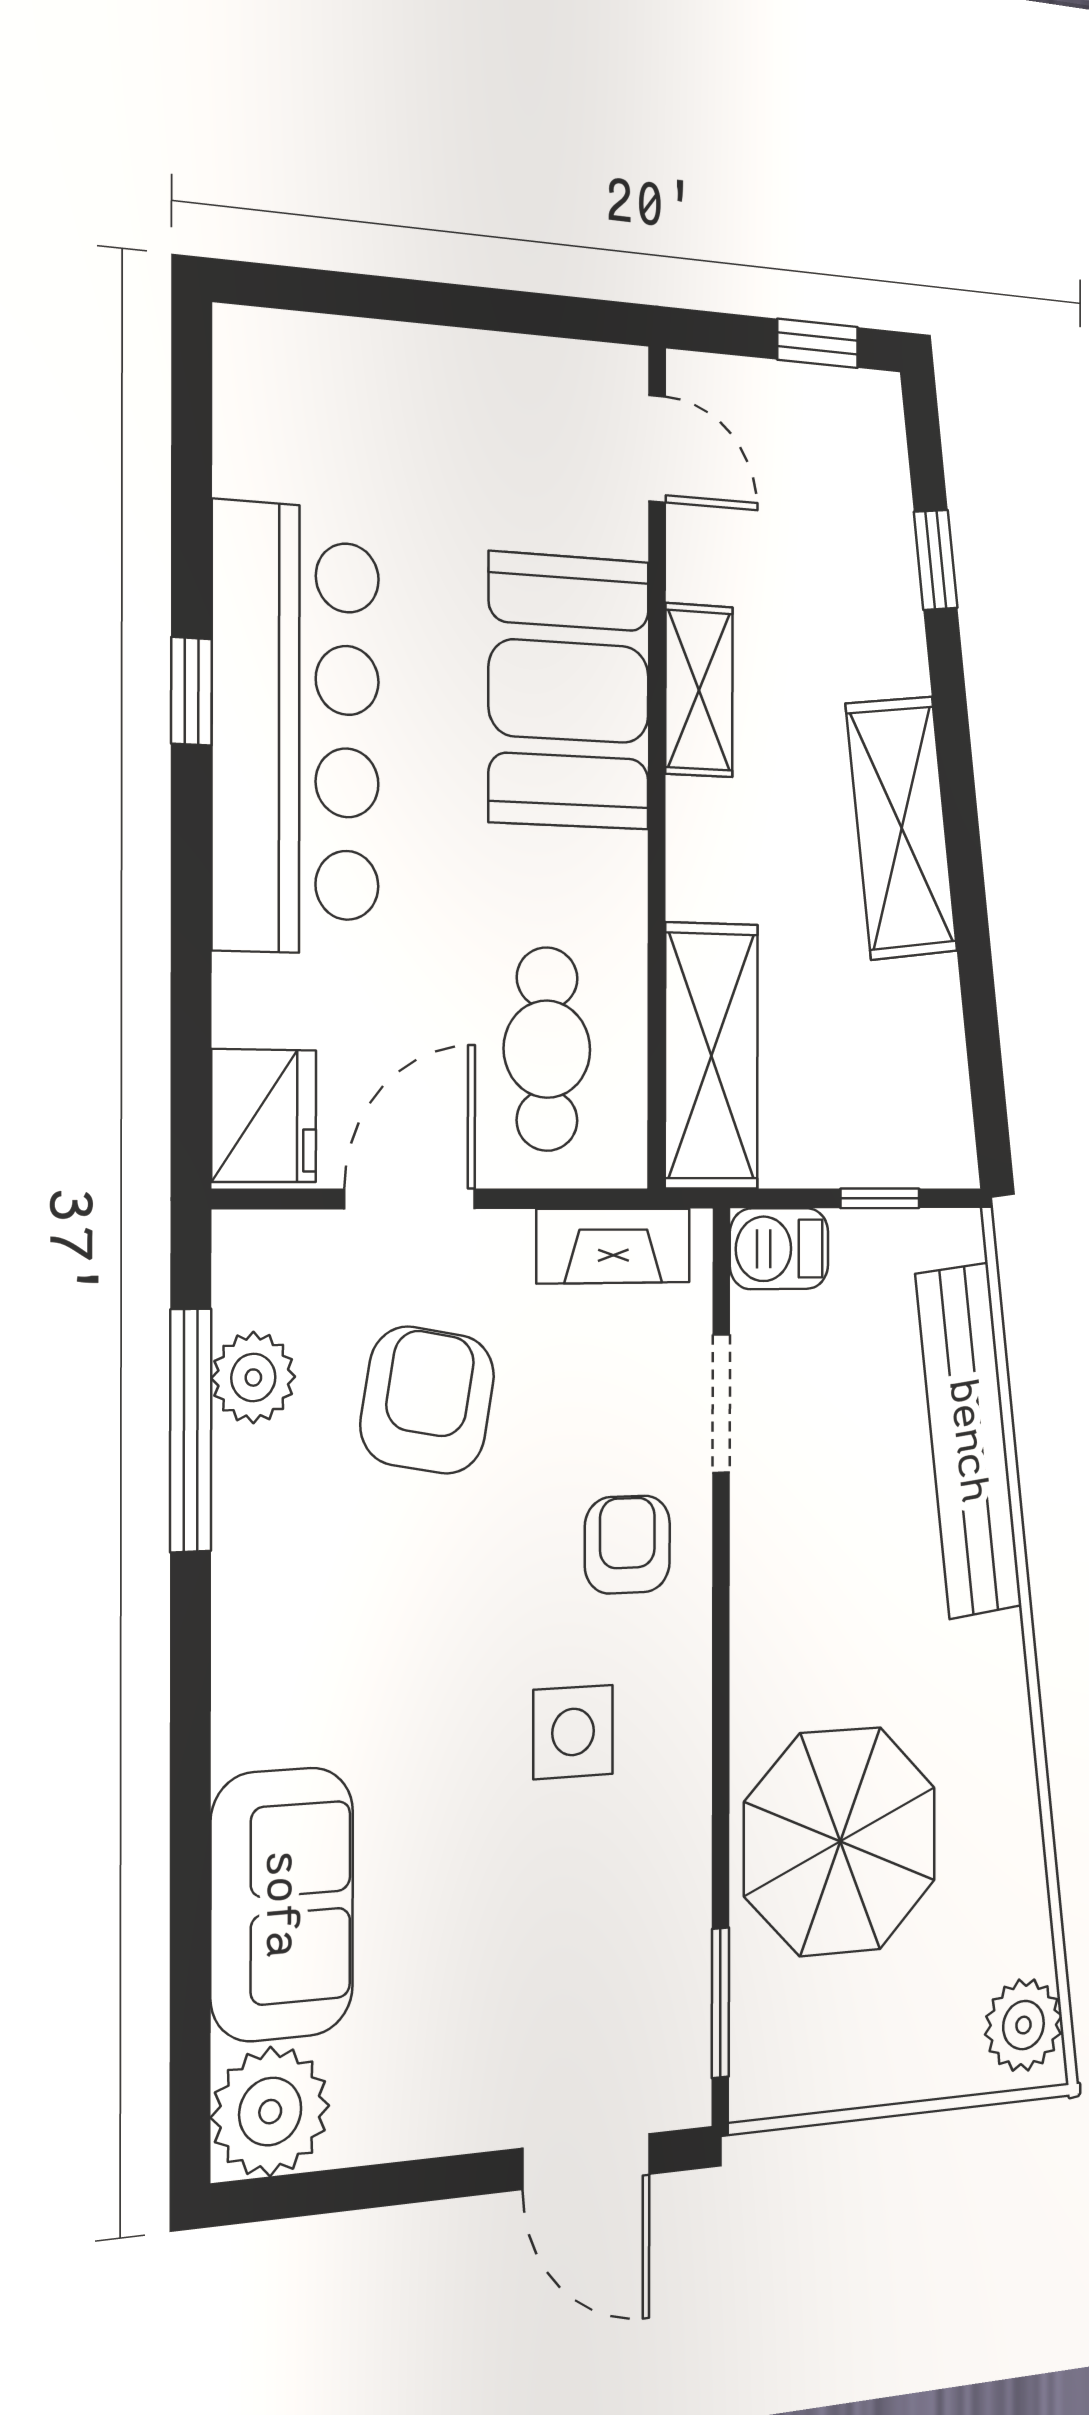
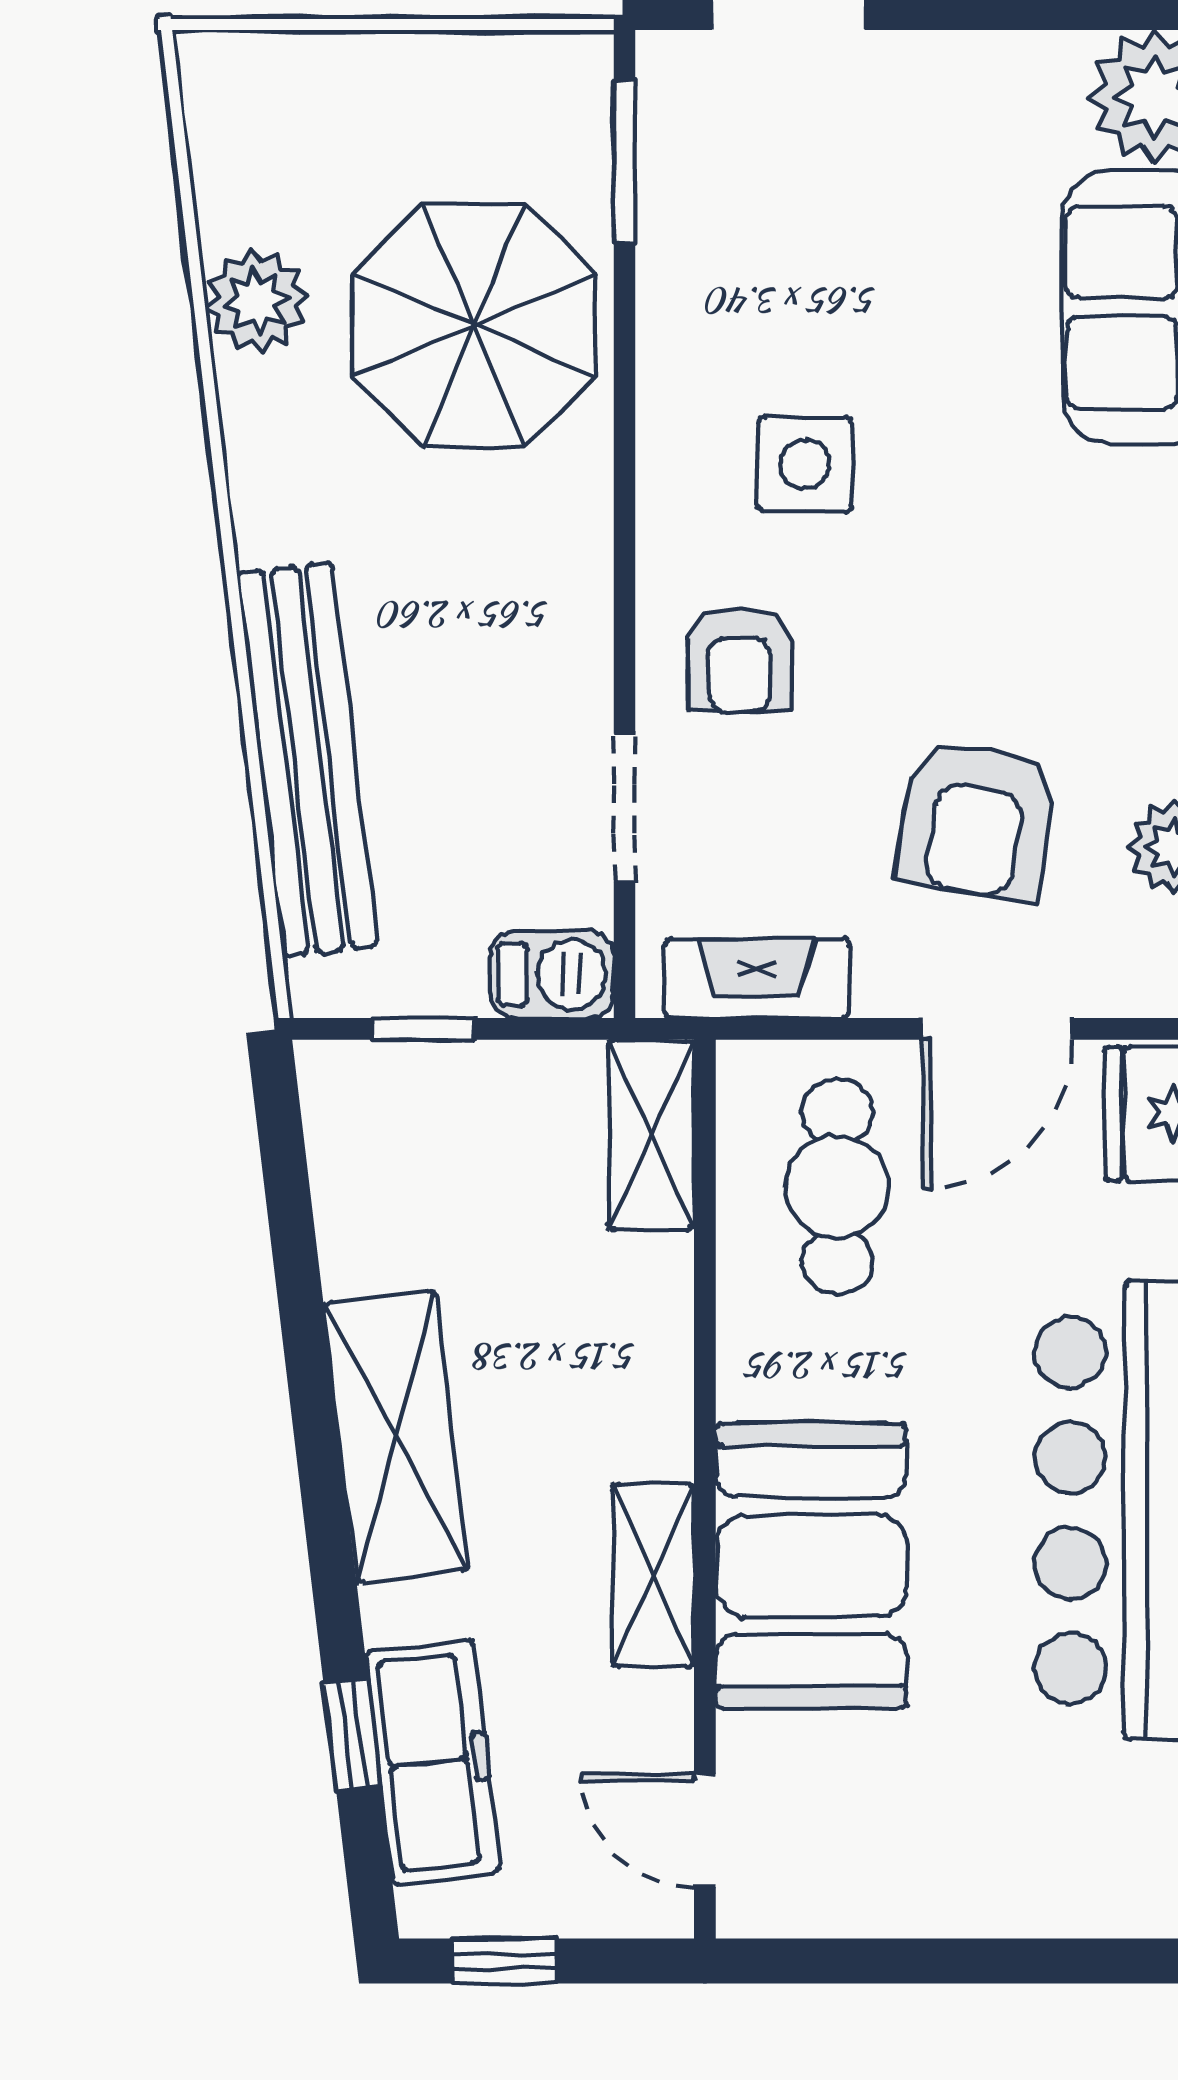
freezer: (874, 531) -> (433, 1762), added
shelving: (711, 1056) -> (651, 1135), width x0.67, depth x0.75
plant: (1024, 2025) -> (257, 301), moved

